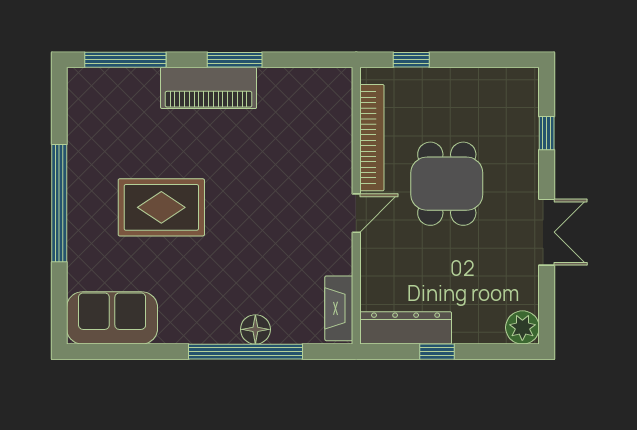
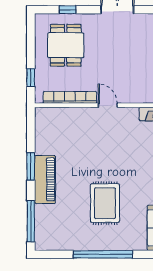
dining table: (447, 184) -> (66, 45), moved, turned 90

